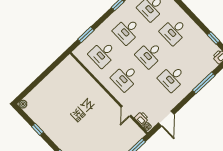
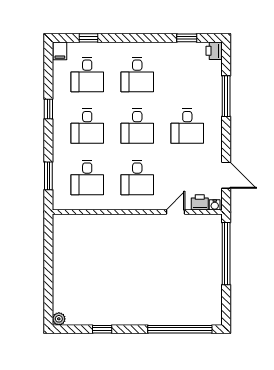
door: (126, 111) -> (176, 212), swing flipped

